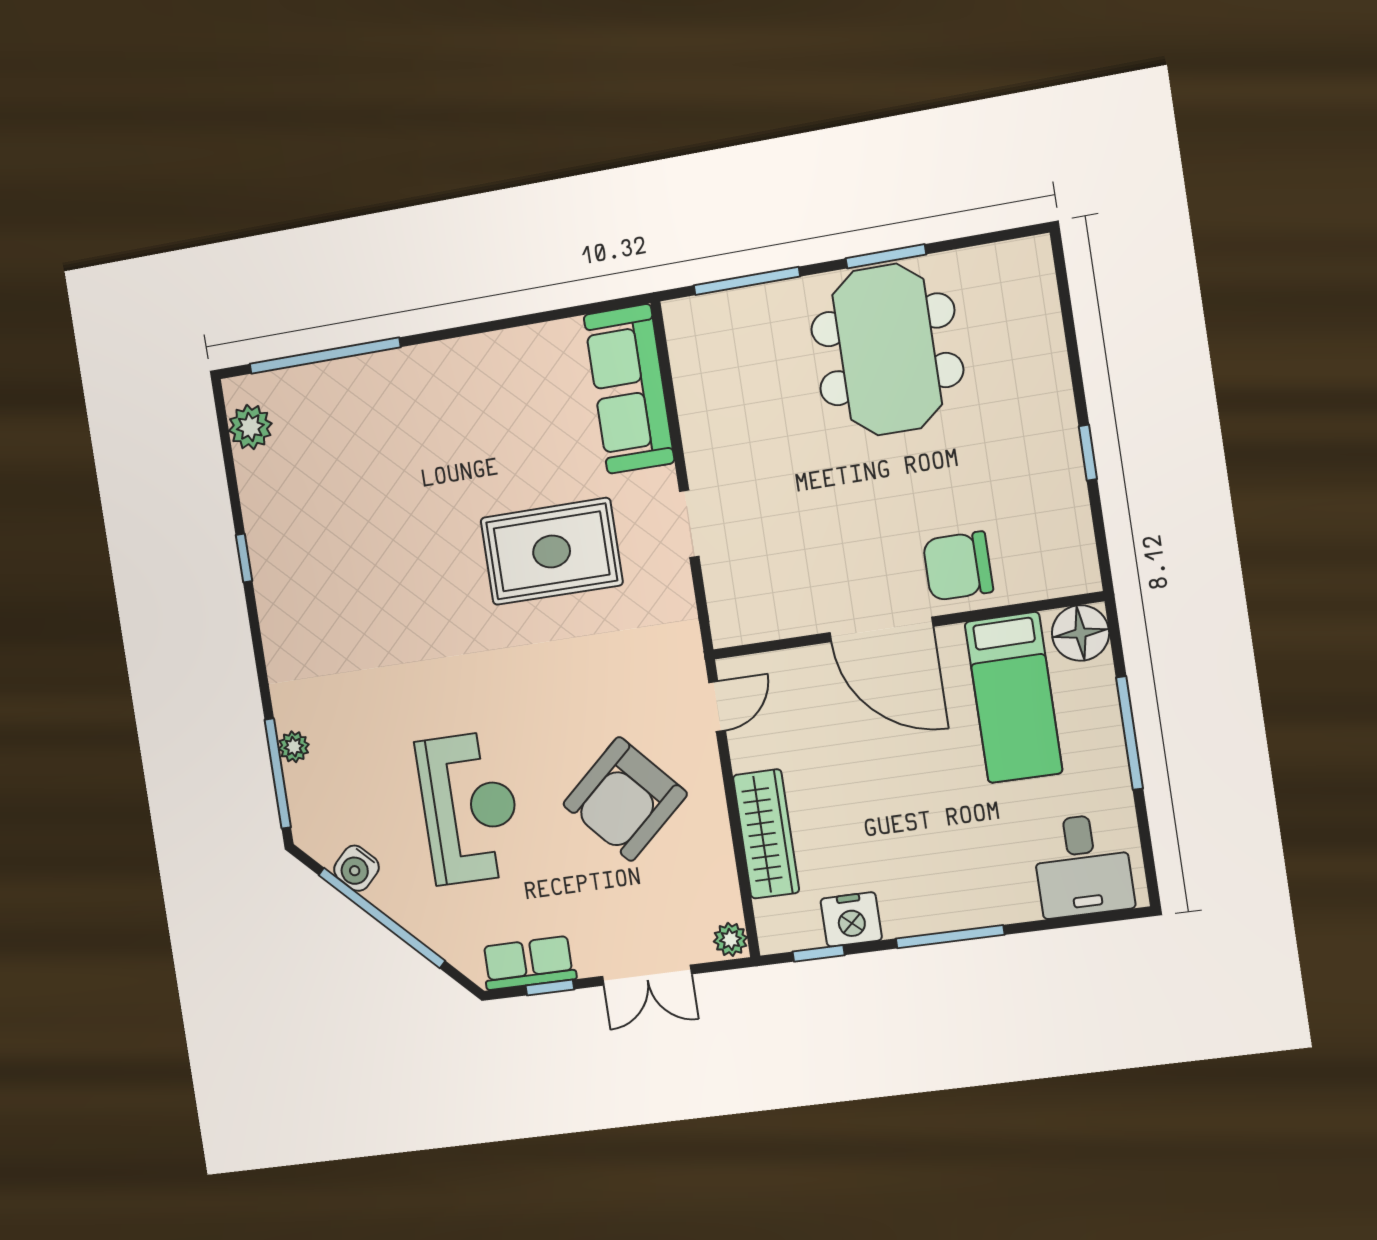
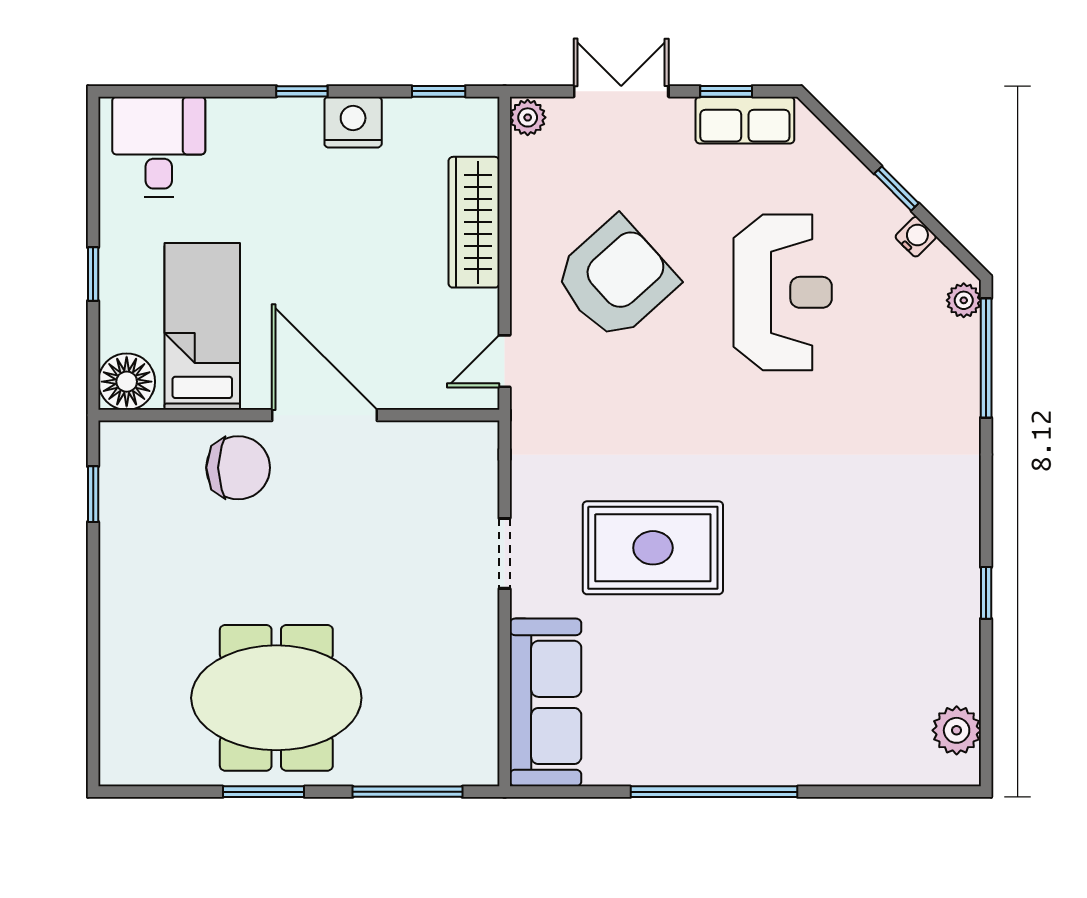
meeting table: (887, 349) -> (276, 698), turned 90
window: (325, 356) -> (714, 792), moved
window: (1088, 453) -> (93, 494), moved
window: (1130, 733) -> (93, 274), width x0.46
plant: (294, 747) -> (964, 300), moved
reception desk: (470, 808) -> (783, 292), turned 180
water cooler: (356, 868) -> (916, 237), width x0.72, depth x0.72
window: (382, 918) -> (896, 188), width x0.32
nightstand: (851, 919) -> (353, 122), moved
window: (950, 937) -> (302, 91), width x0.46

